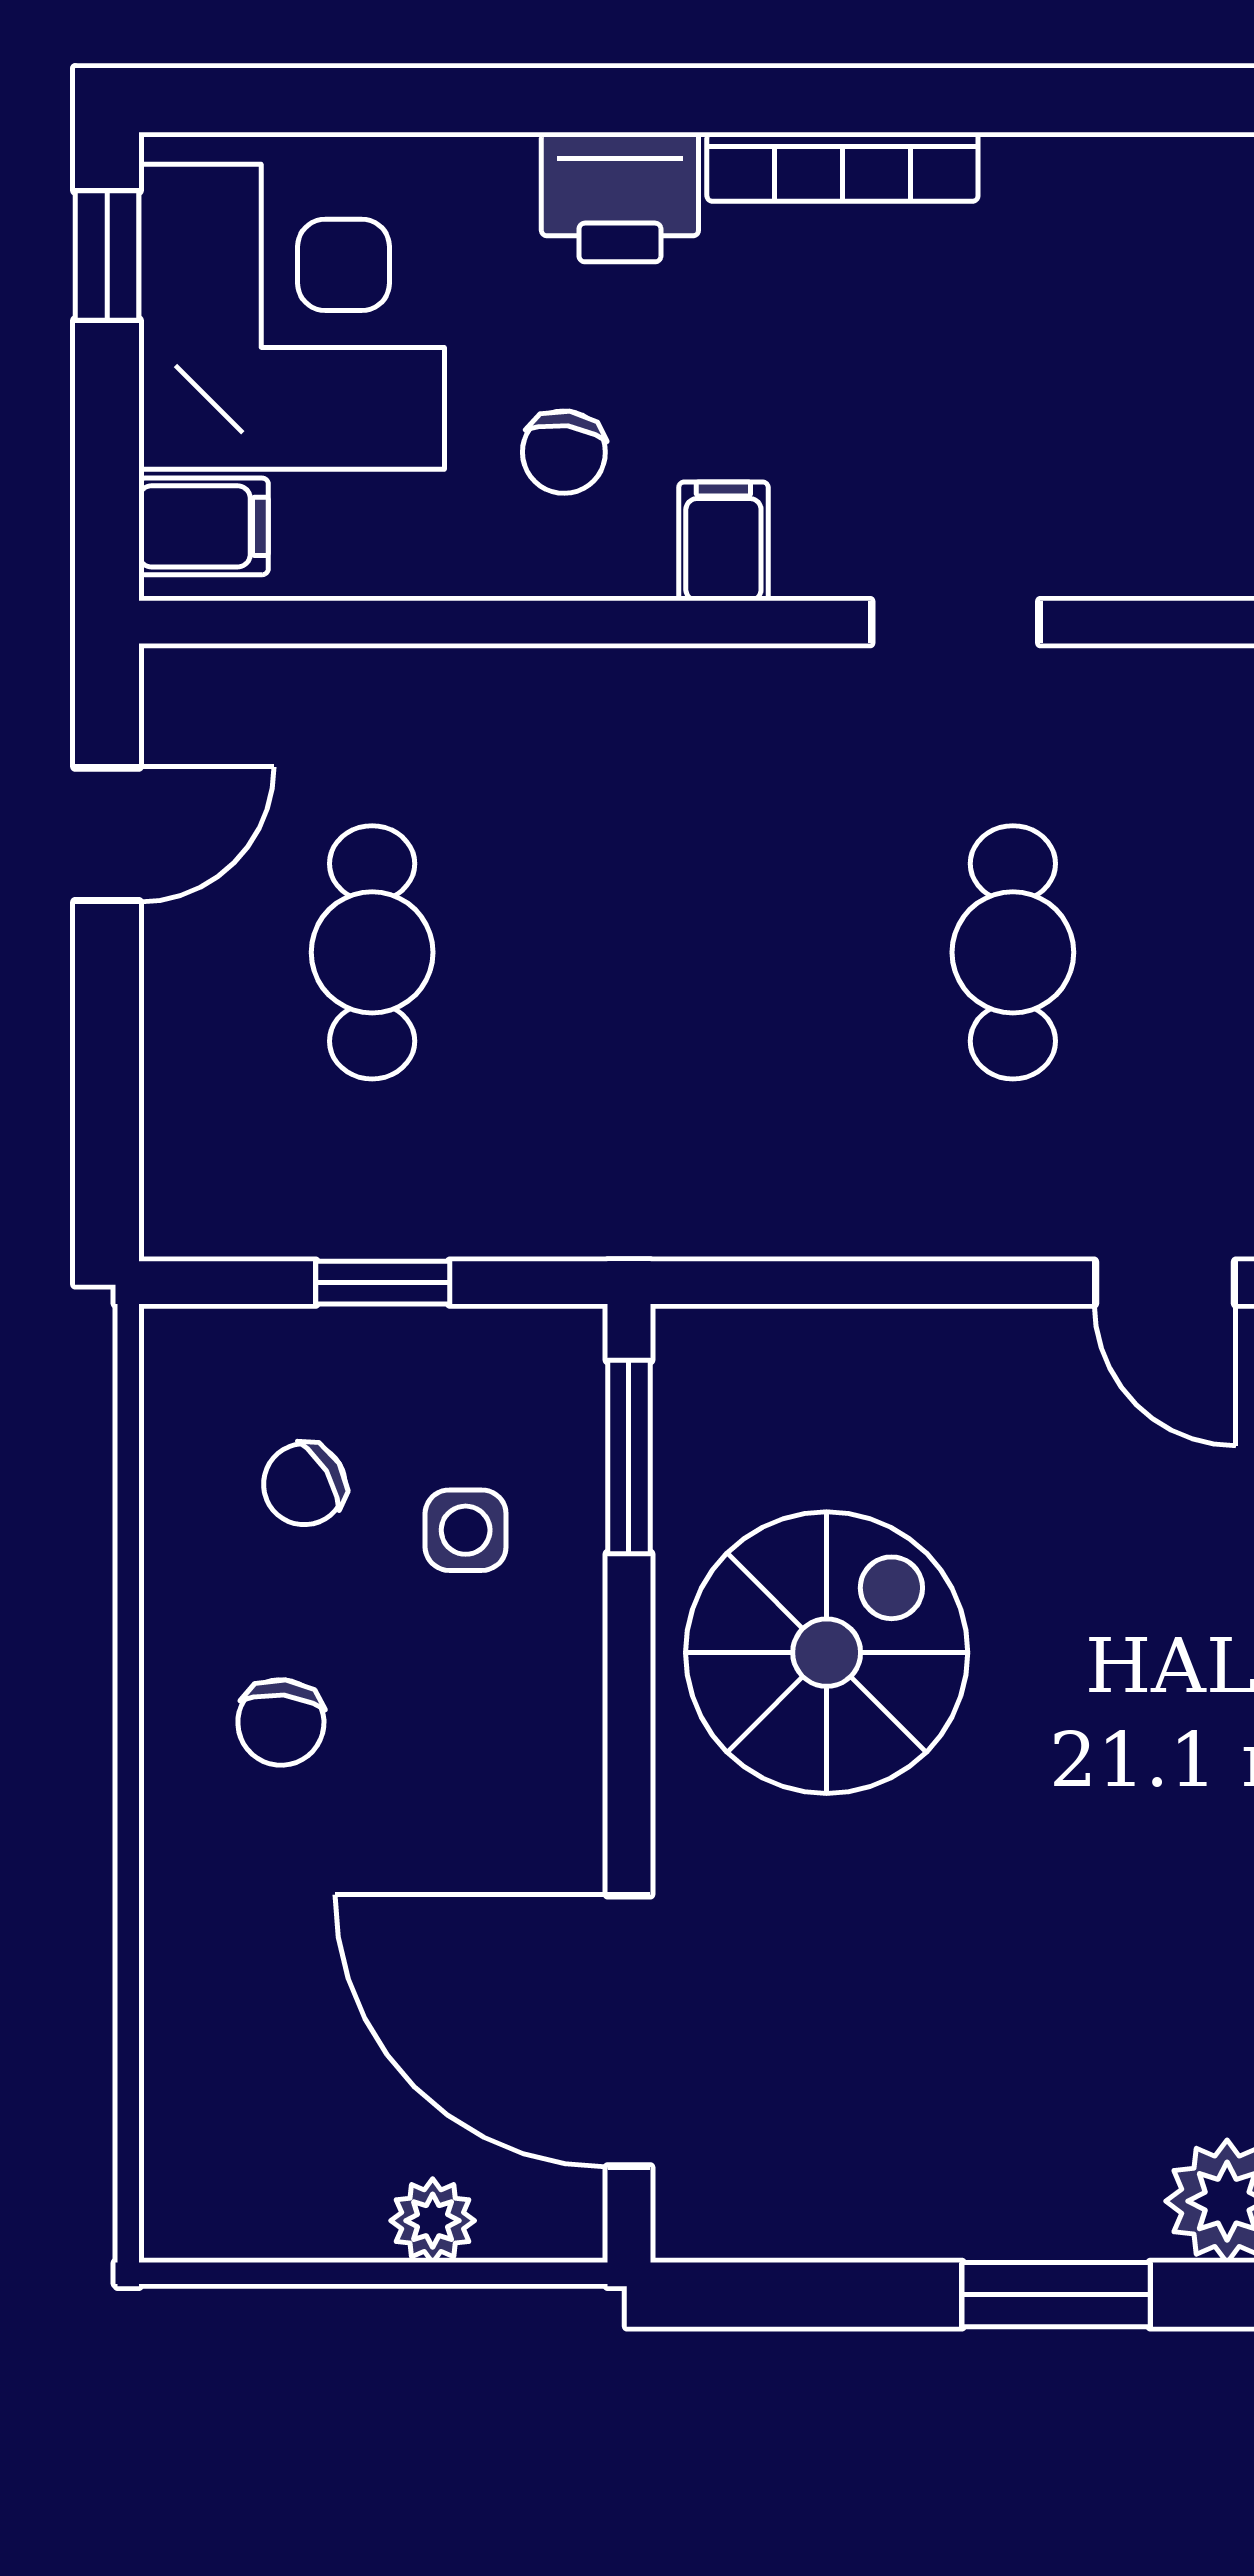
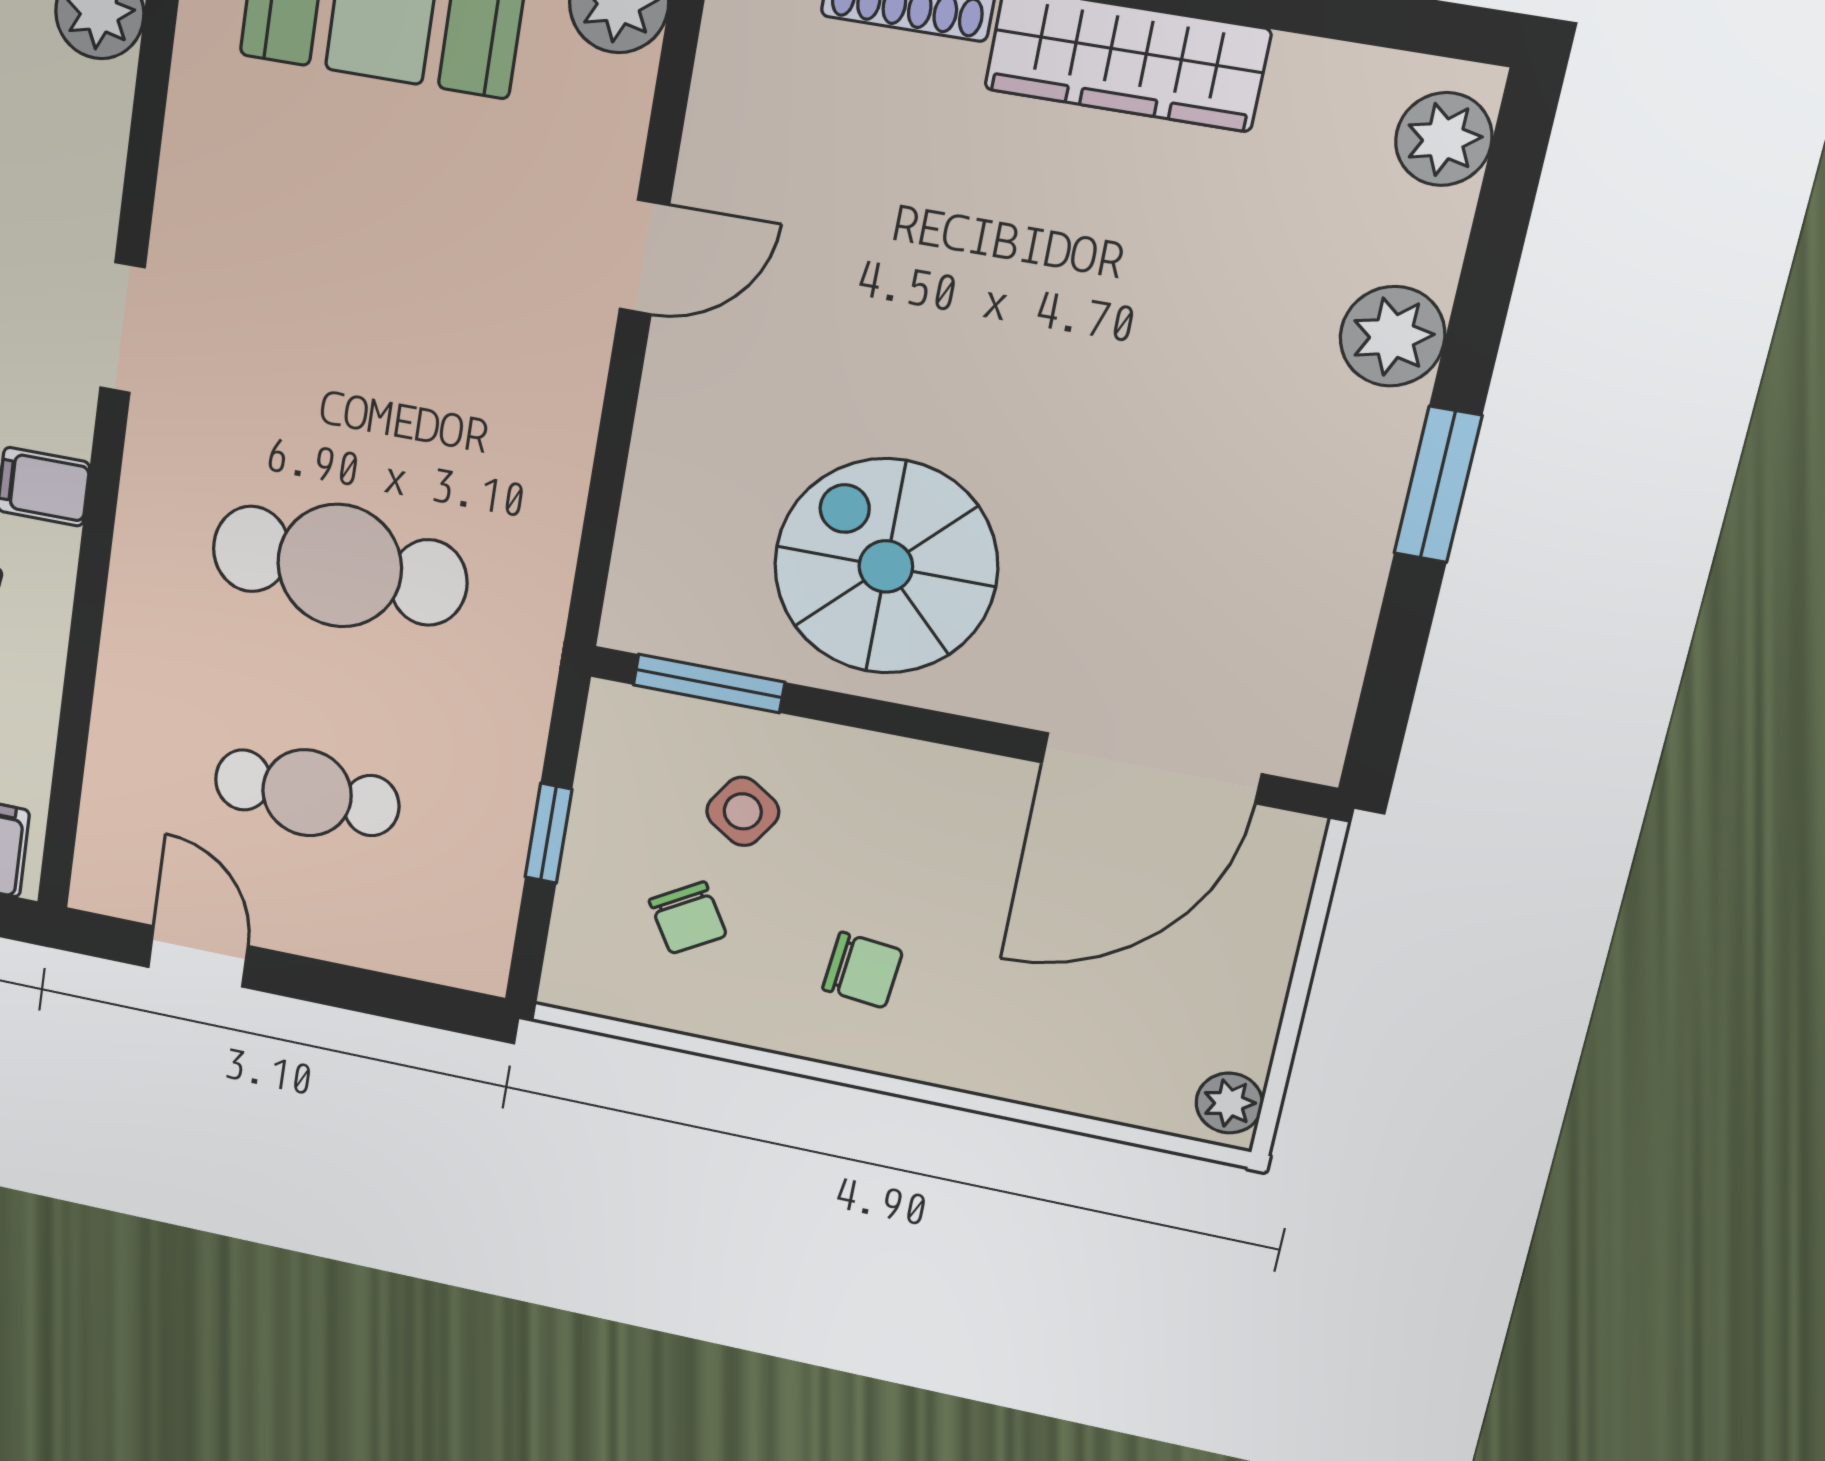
cafe table: (1013, 952) -> (340, 566), moved, width x1.37, depth x1.35
side table: (466, 1530) -> (743, 811), turned 33
plant: (433, 2221) -> (1229, 1103), moved

